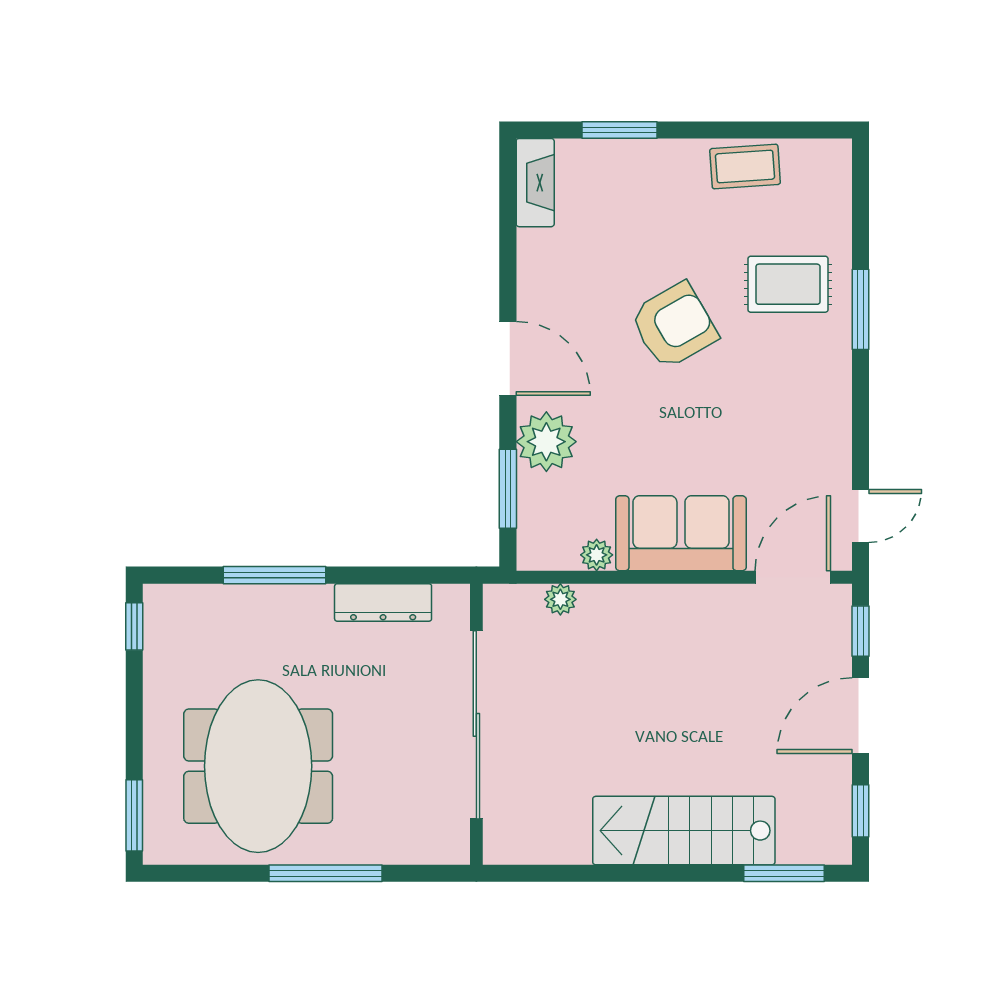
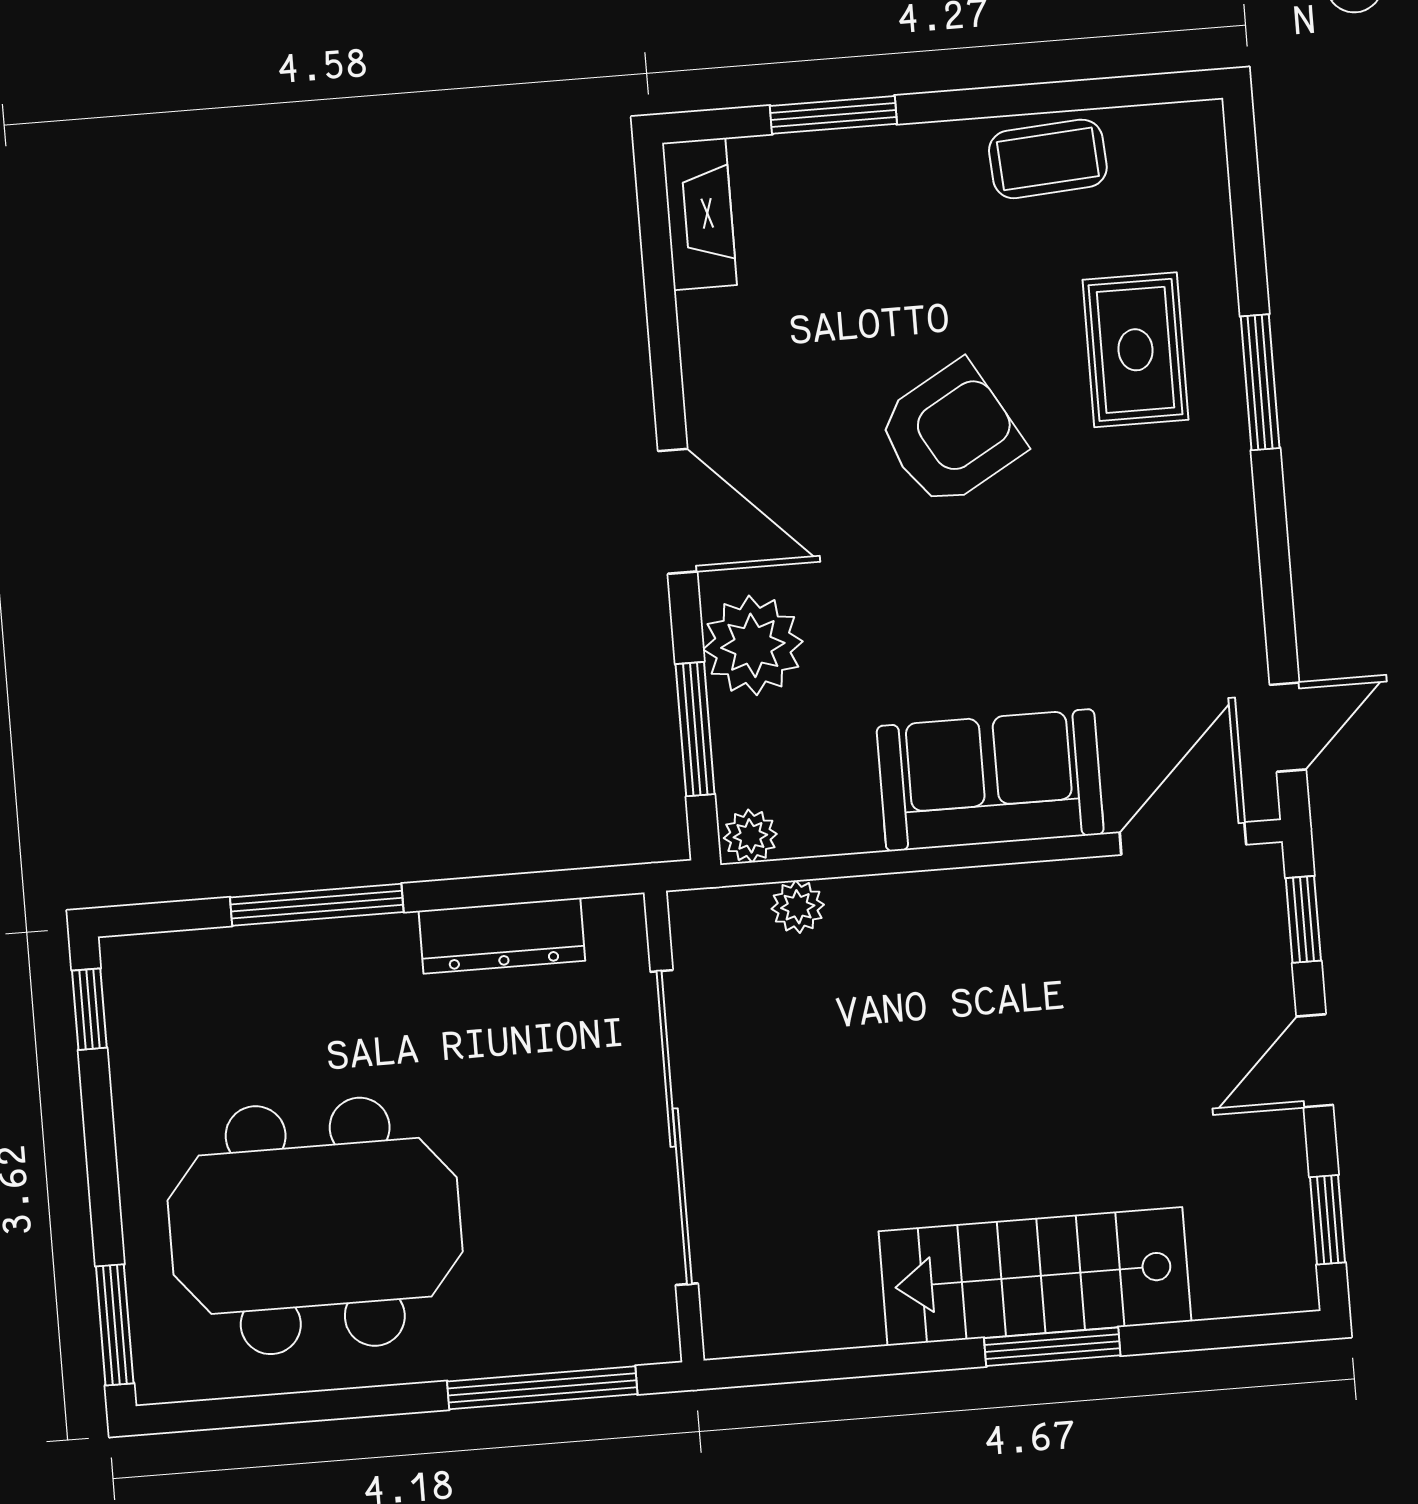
rug: (788, 284) -> (1135, 350), turned 90
plant: (597, 555) -> (750, 836), moved
door: (861, 716) -> (1315, 1061), width x0.73
meeting table: (258, 766) -> (315, 1226), turned 90
window: (325, 873) -> (542, 1388), moved
window: (784, 873) -> (1052, 1347), moved

